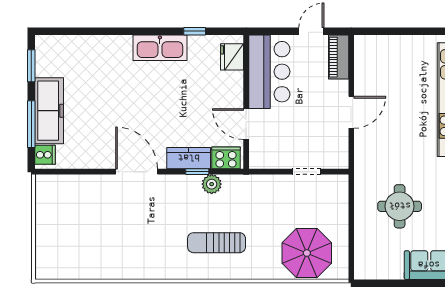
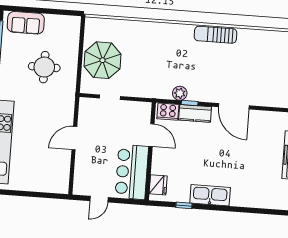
piano: (339, 57) -> (81, 179), removed
sun lounger: (217, 243) -> (216, 35), moved, turned 180
parasol: (307, 253) -> (102, 60), moved

